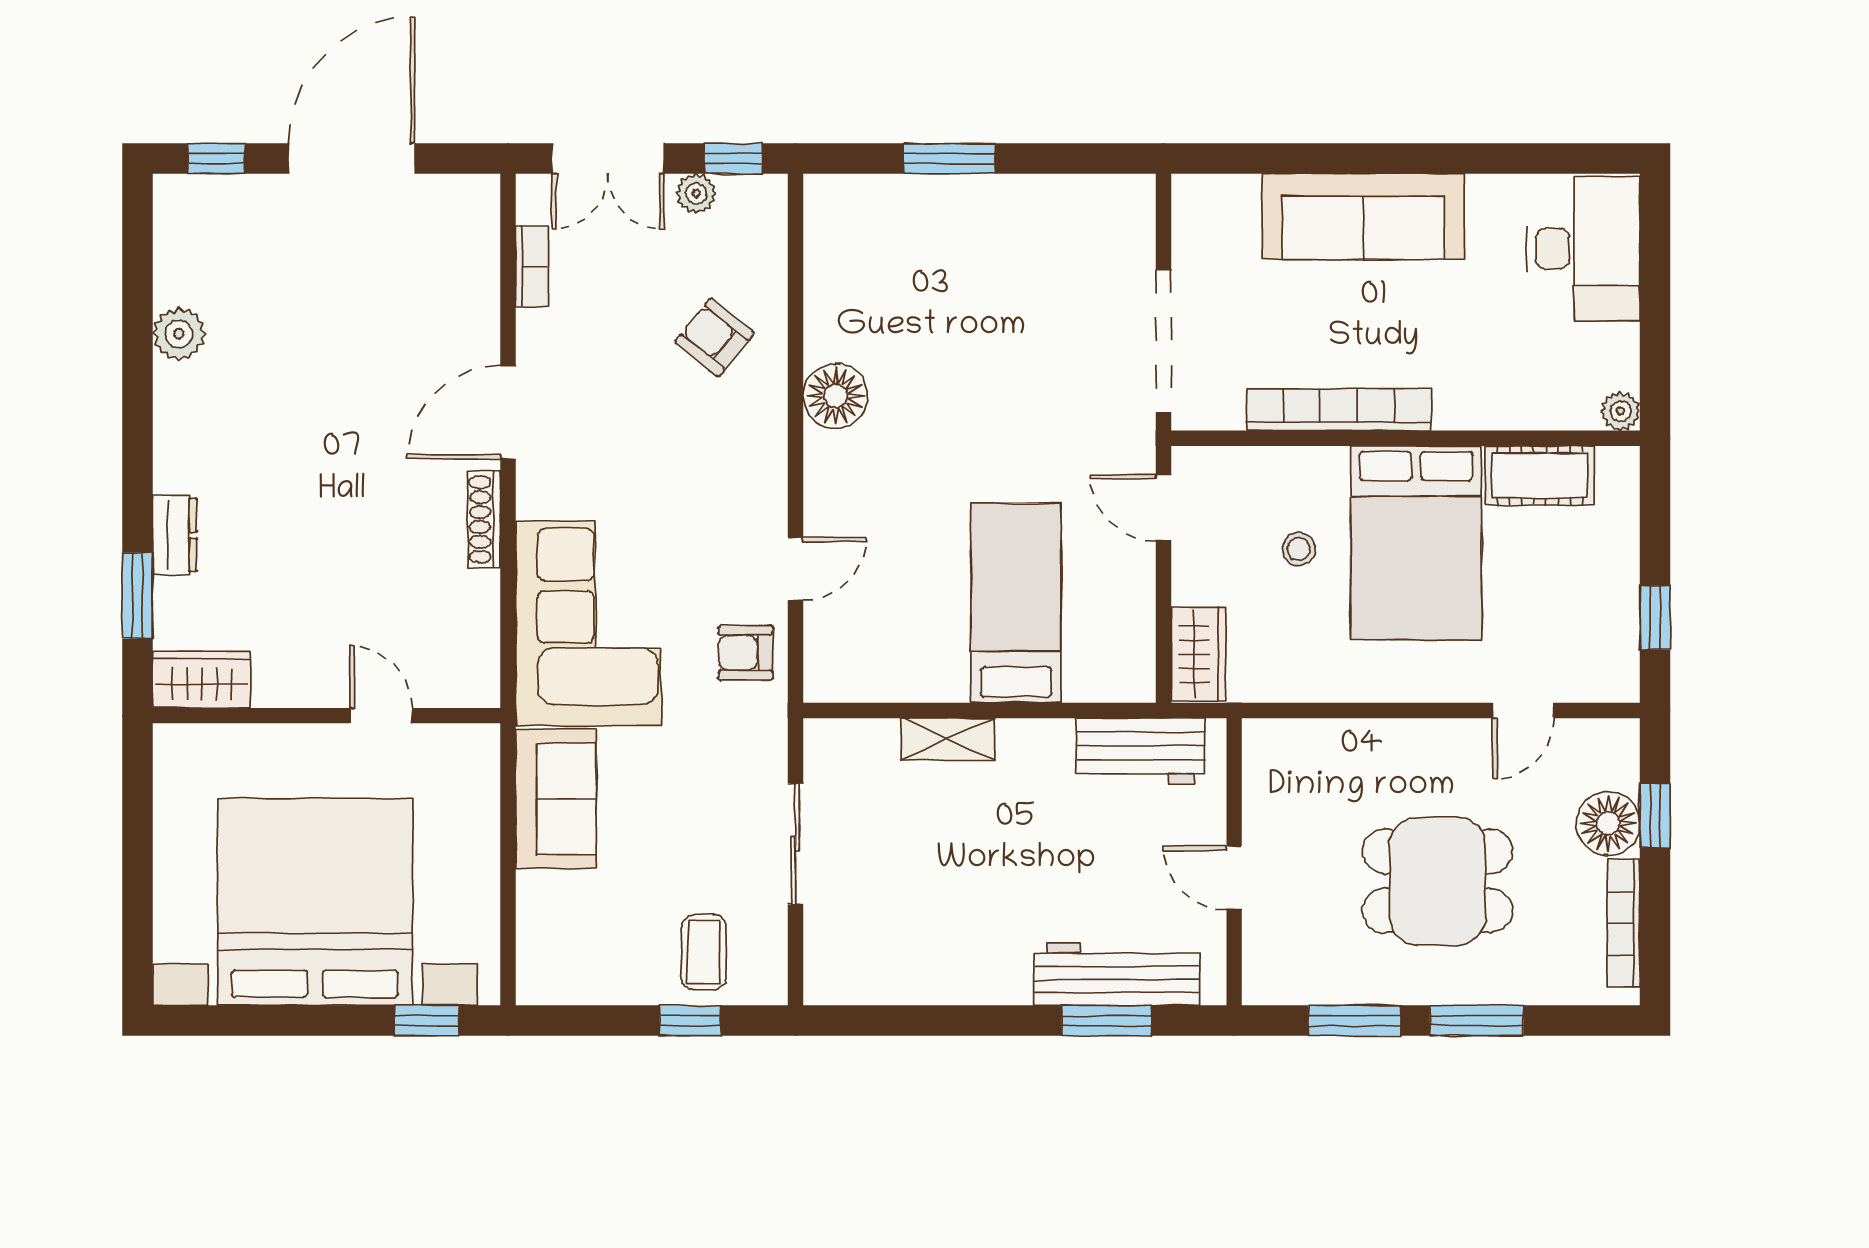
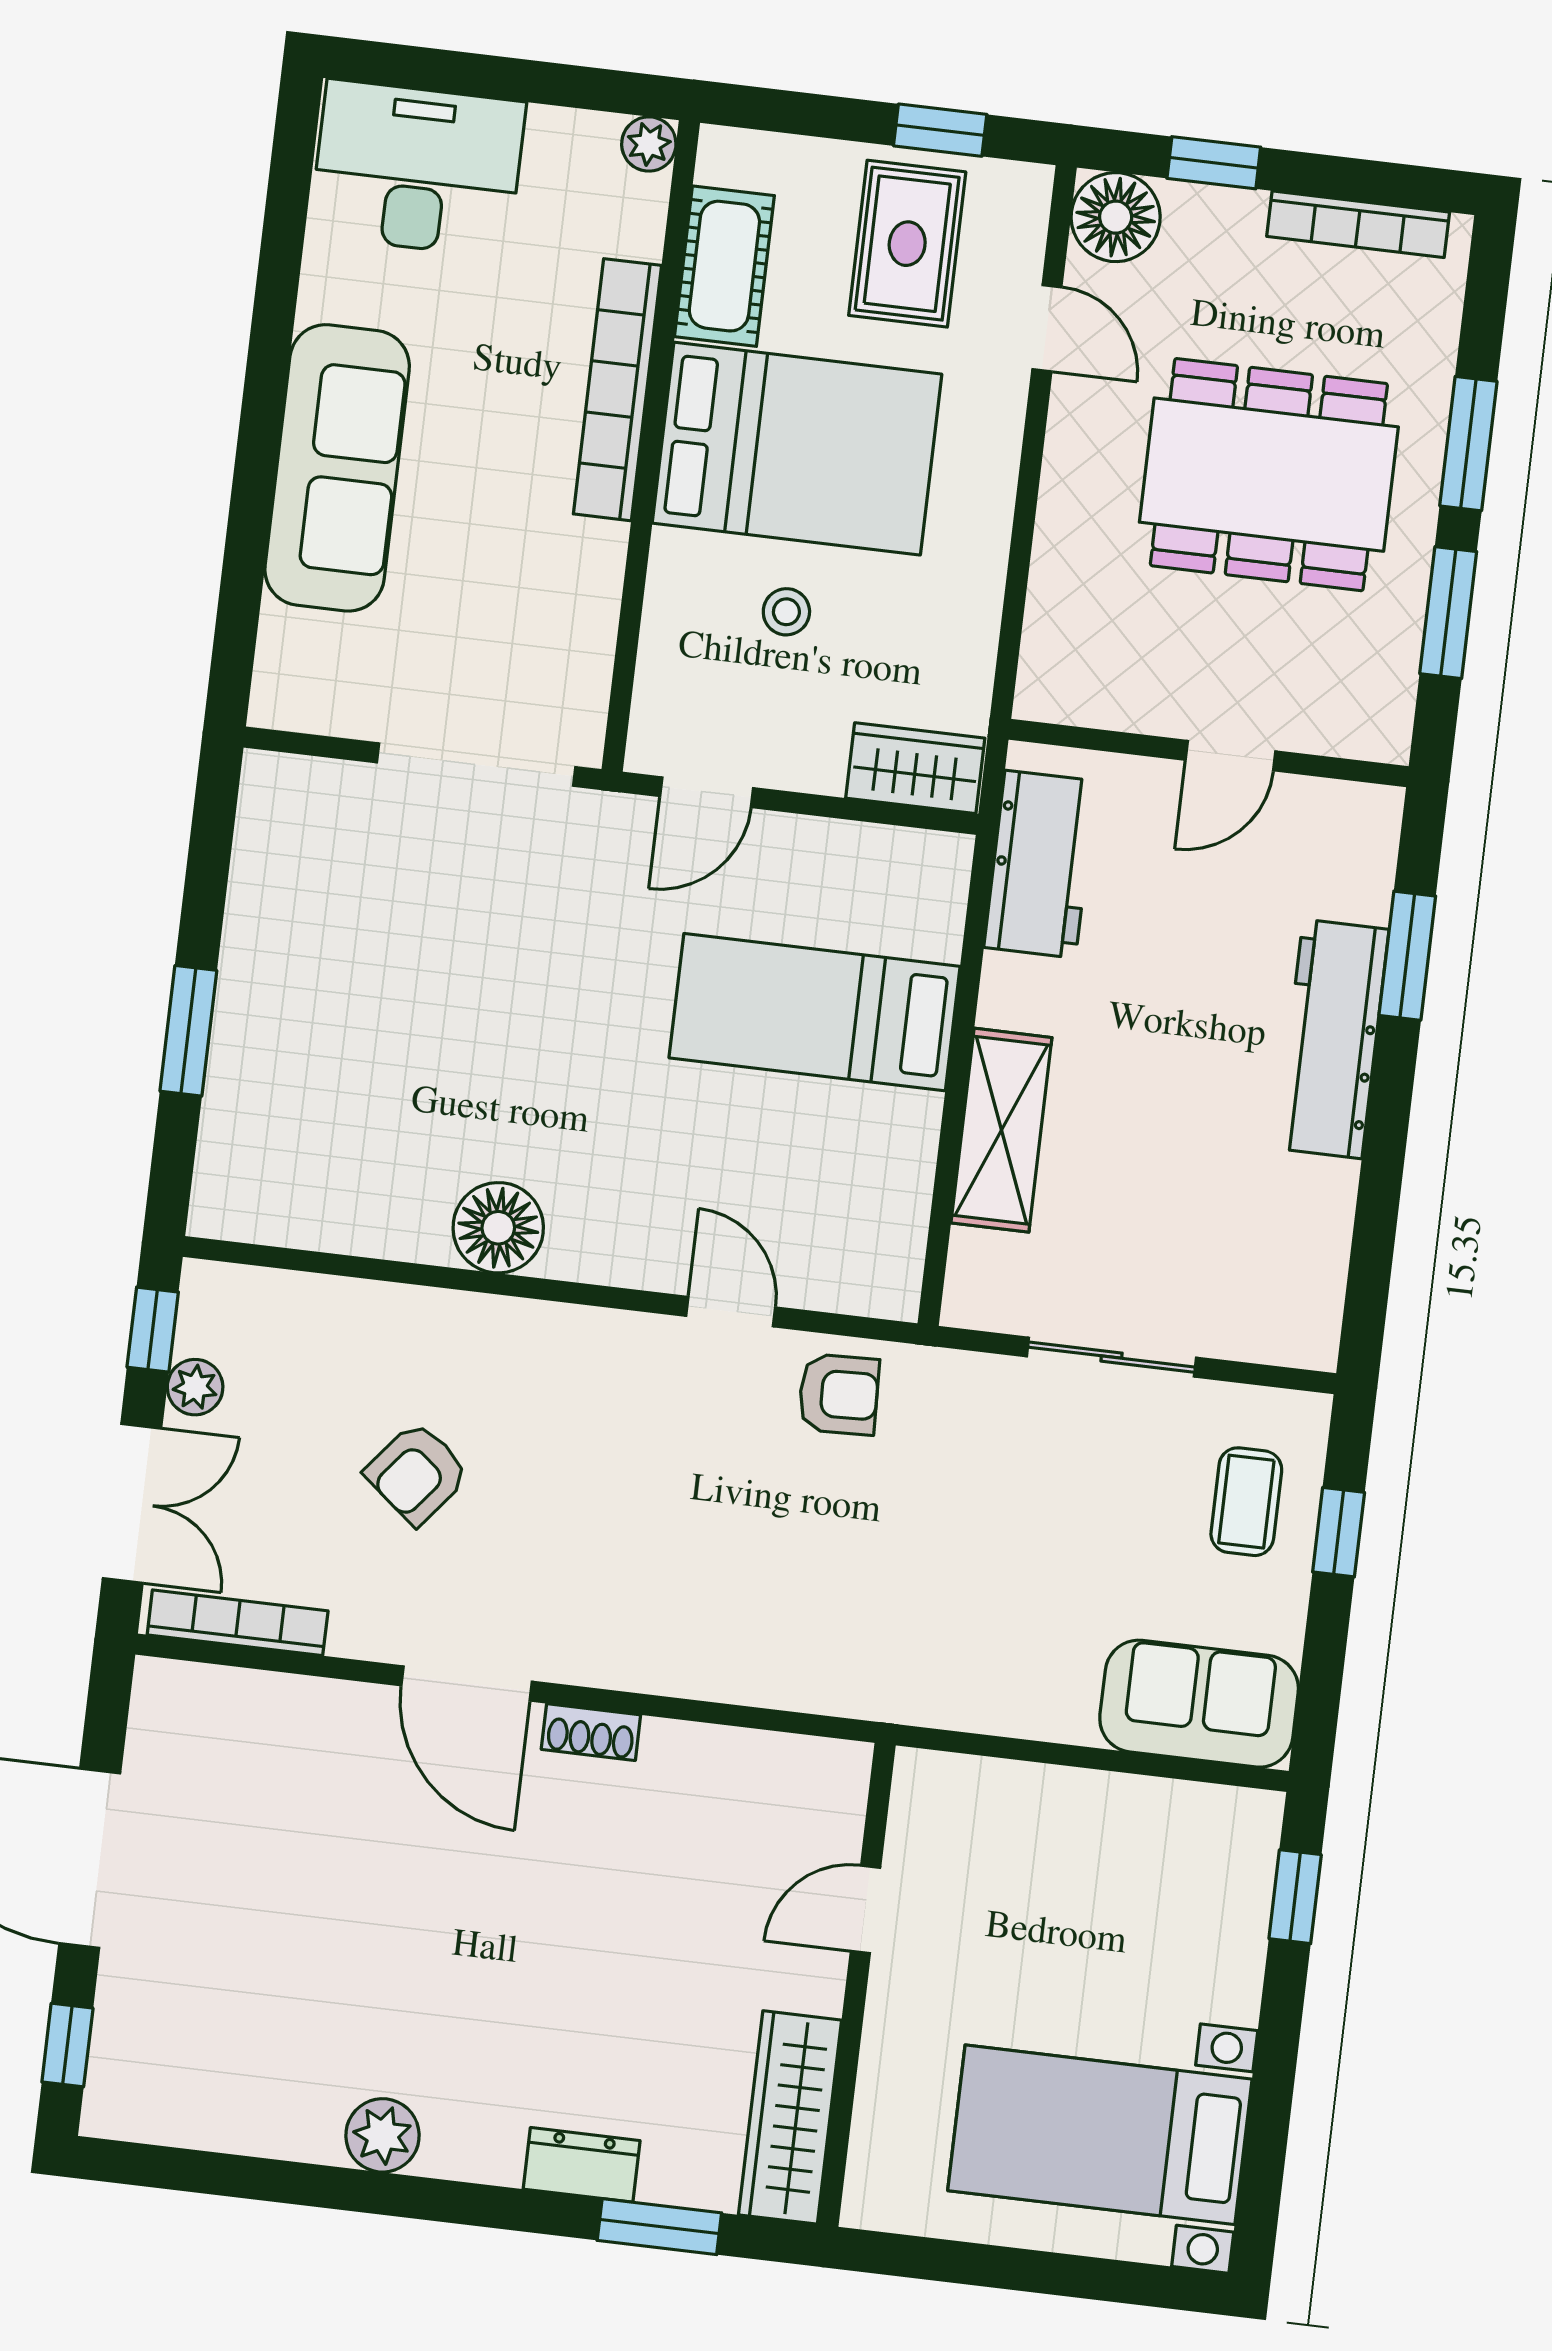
bookcase: (532, 267) -> (238, 1623), width x1.56
plant: (179, 334) -> (383, 2135), moved
armchair: (715, 337) -> (417, 1473), moved
bookcase: (1339, 410) -> (618, 390), moved
shoe rack: (484, 519) -> (591, 1732), width x0.70
rug: (1571, 604) -> (907, 244), added
corner sofa: (588, 623) -> (772, 1607), removed
armchair: (746, 653) -> (839, 1394), turned -92
wardrobe: (202, 679) -> (790, 2117), width x1.50
shelving: (948, 739) -> (1001, 1130), width x1.50, depth x1.33
sofa: (556, 799) -> (1199, 1704), moved
floor lamp: (1608, 823) -> (1116, 217), moved
dining table: (1438, 881) -> (1269, 475), width x1.38
bed with nightstands: (315, 902) -> (1100, 2135), width x0.54
coffee table: (704, 952) -> (1246, 1502), turned 90
workbench: (1117, 974) -> (1332, 1039), moved

